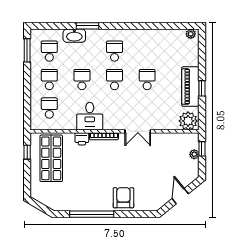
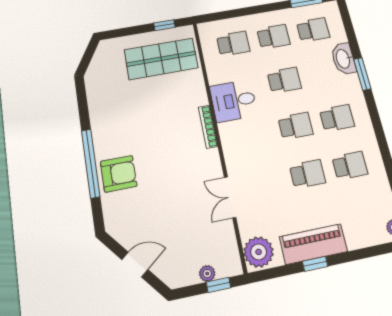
school desk: (147, 51) -> (350, 166), added
double door: (138, 131) -> (230, 197), moved
printer: (82, 139) -> (198, 96), removed
window: (92, 214) -> (91, 163), moved

